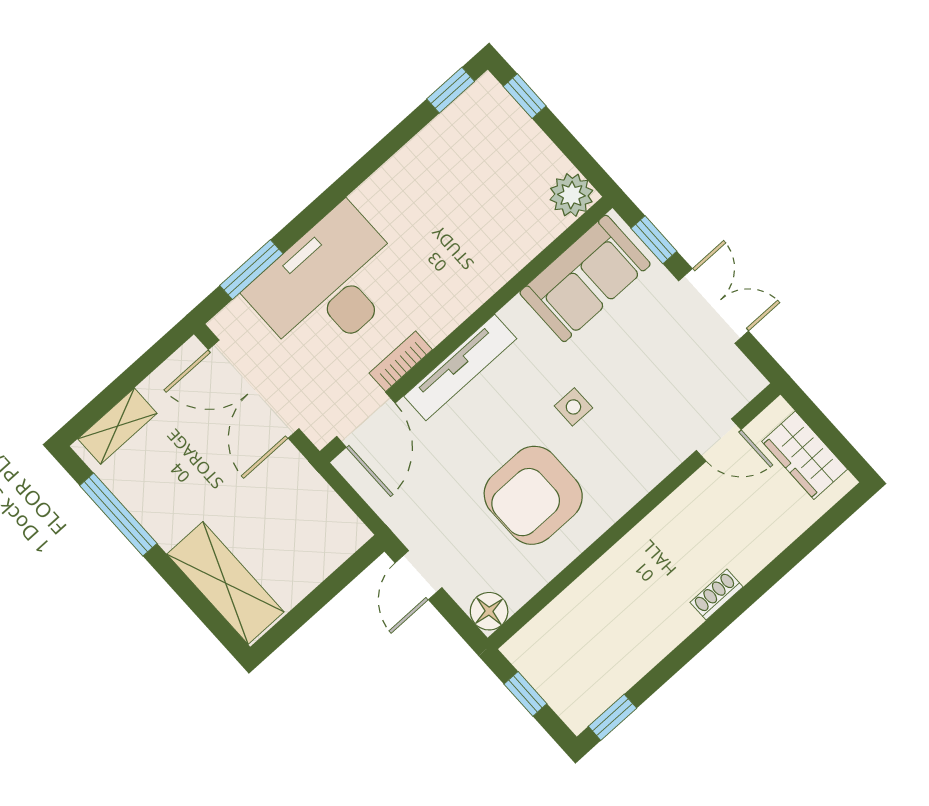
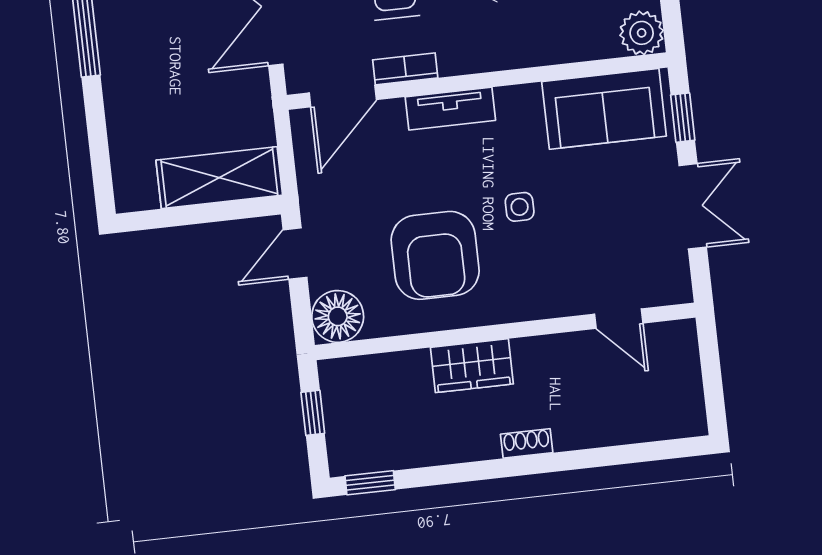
tv unit: (460, 367) -> (450, 109), width x0.71
wardrobe: (805, 455) -> (472, 366), moved, turned -90
armchair: (533, 495) -> (435, 255), turned -90
shelving: (225, 583) -> (219, 178), moved, turned 90
floor lamp: (489, 611) -> (338, 316), width x1.38, depth x1.38

